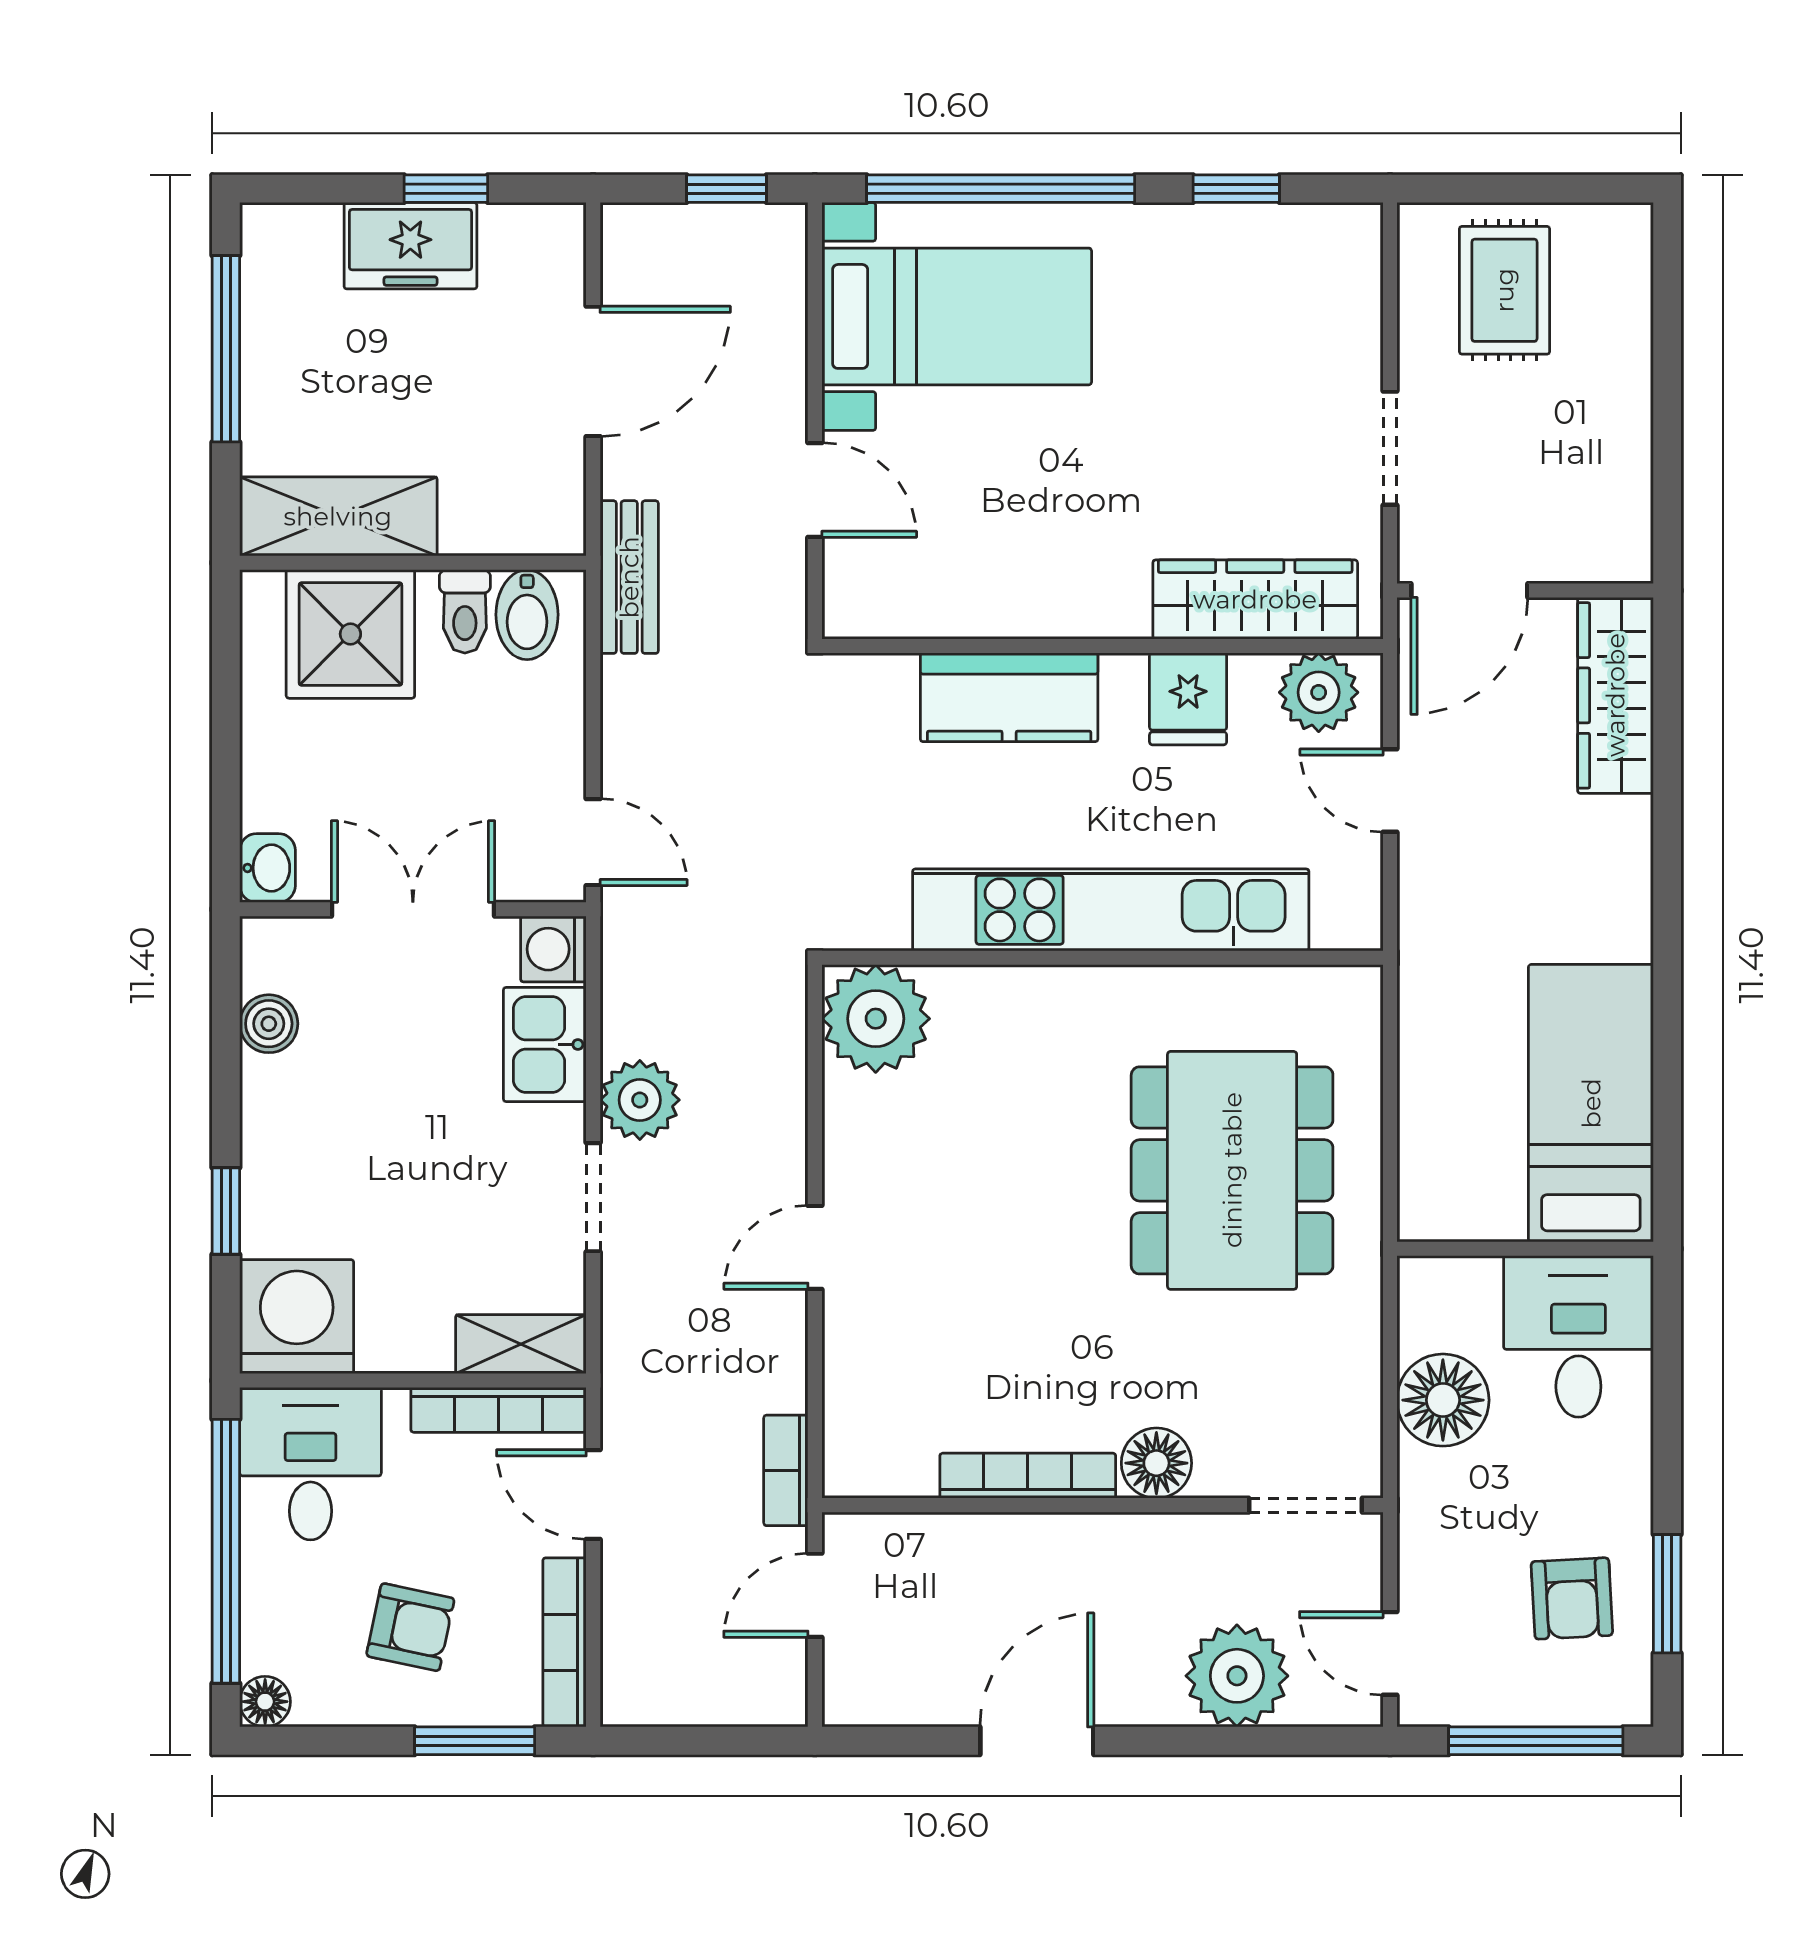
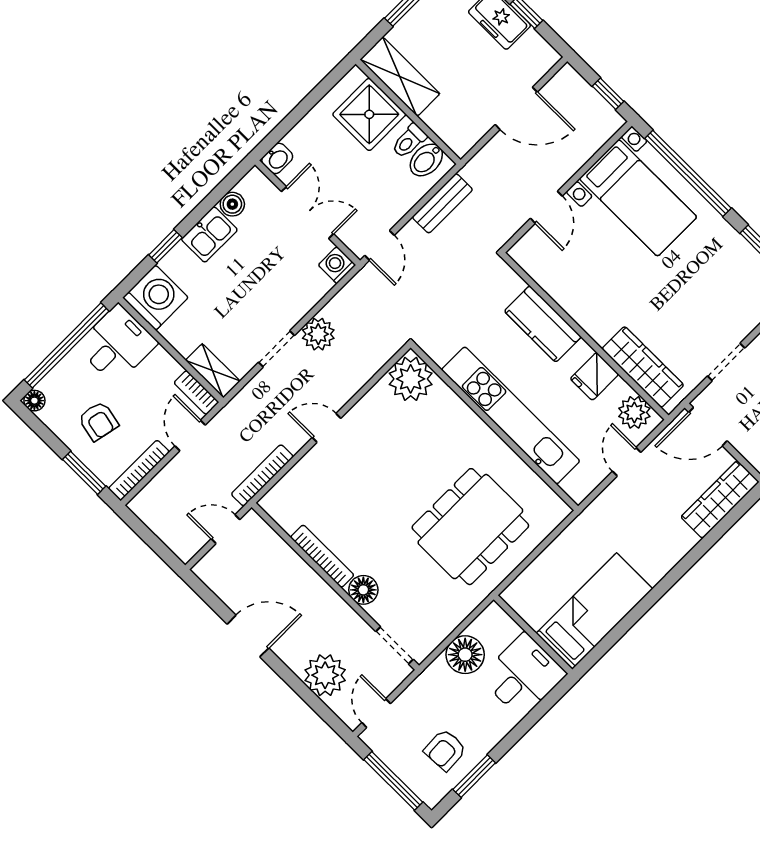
bench: (629, 577) -> (442, 203), moved
kitchen sink: (545, 1045) -> (209, 234), moved, turned 180
bookcase: (498, 1410) -> (196, 393), width x0.64
bookcase: (786, 1470) -> (262, 475), width x1.56

